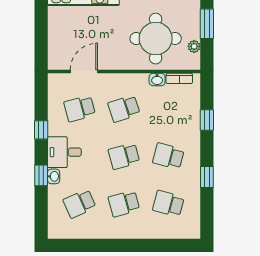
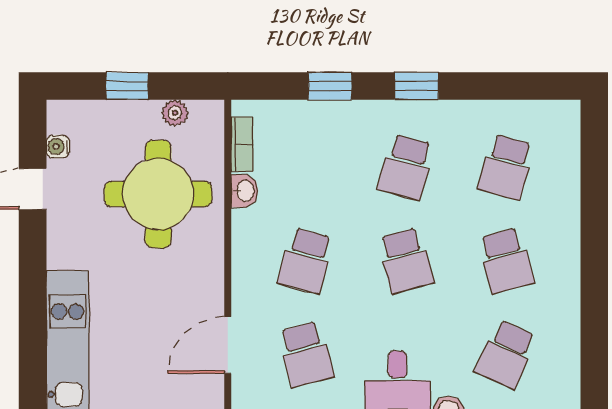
window: (207, 24) -> (127, 86), width x0.67
door: (84, 72) -> (228, 345), hinge flipped
school desk: (124, 109) -> (306, 261), turned 33
window: (207, 177) -> (416, 86), moved
school desk: (80, 204) -> (506, 354), turned 48

